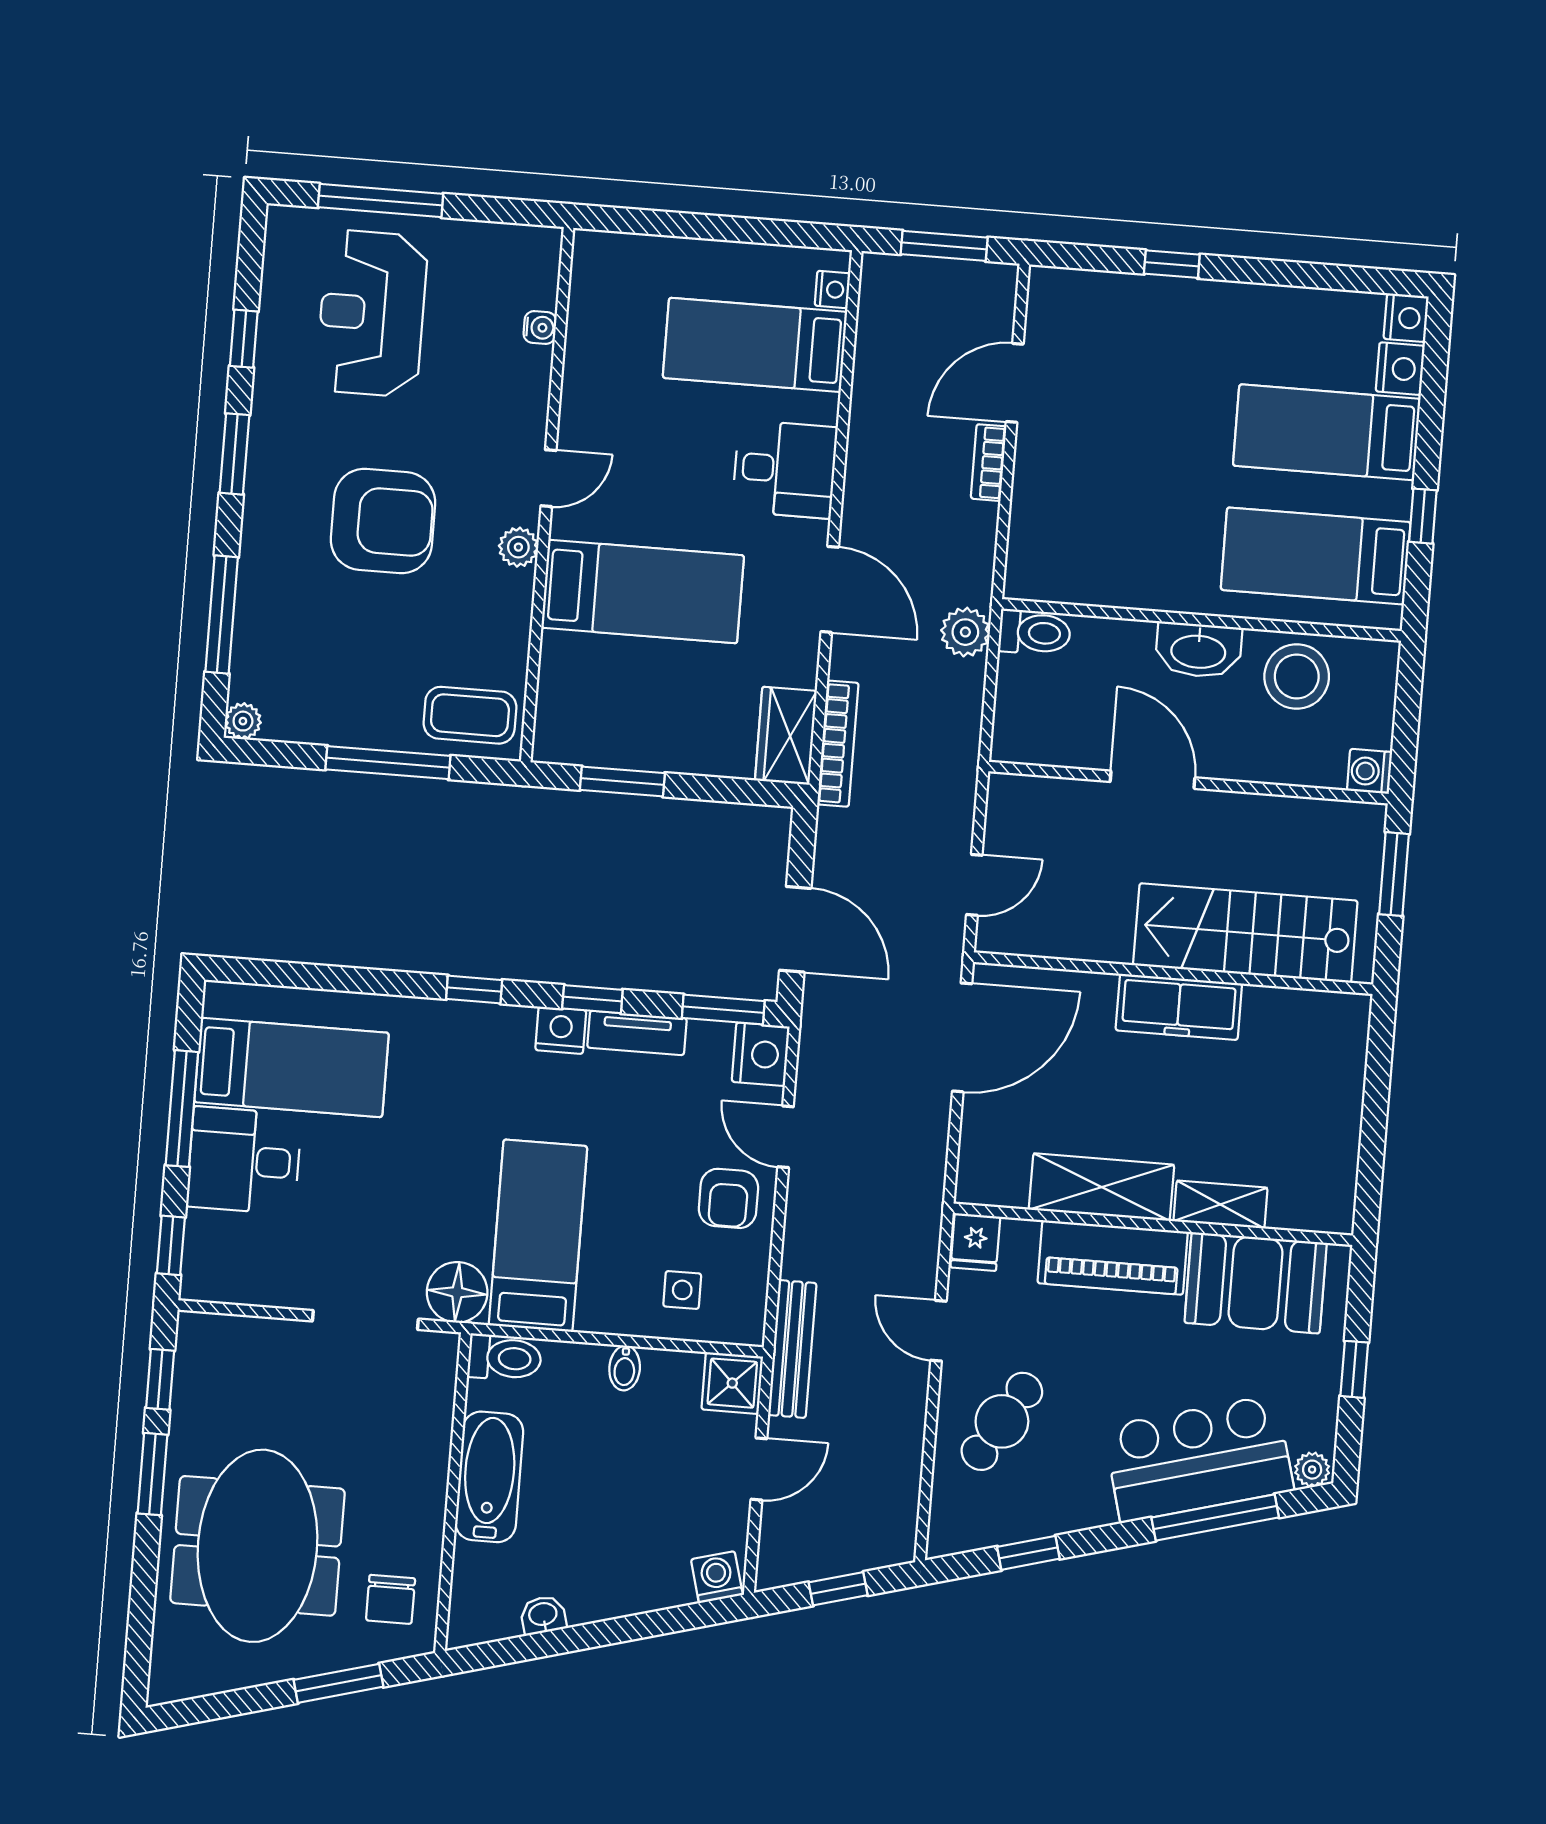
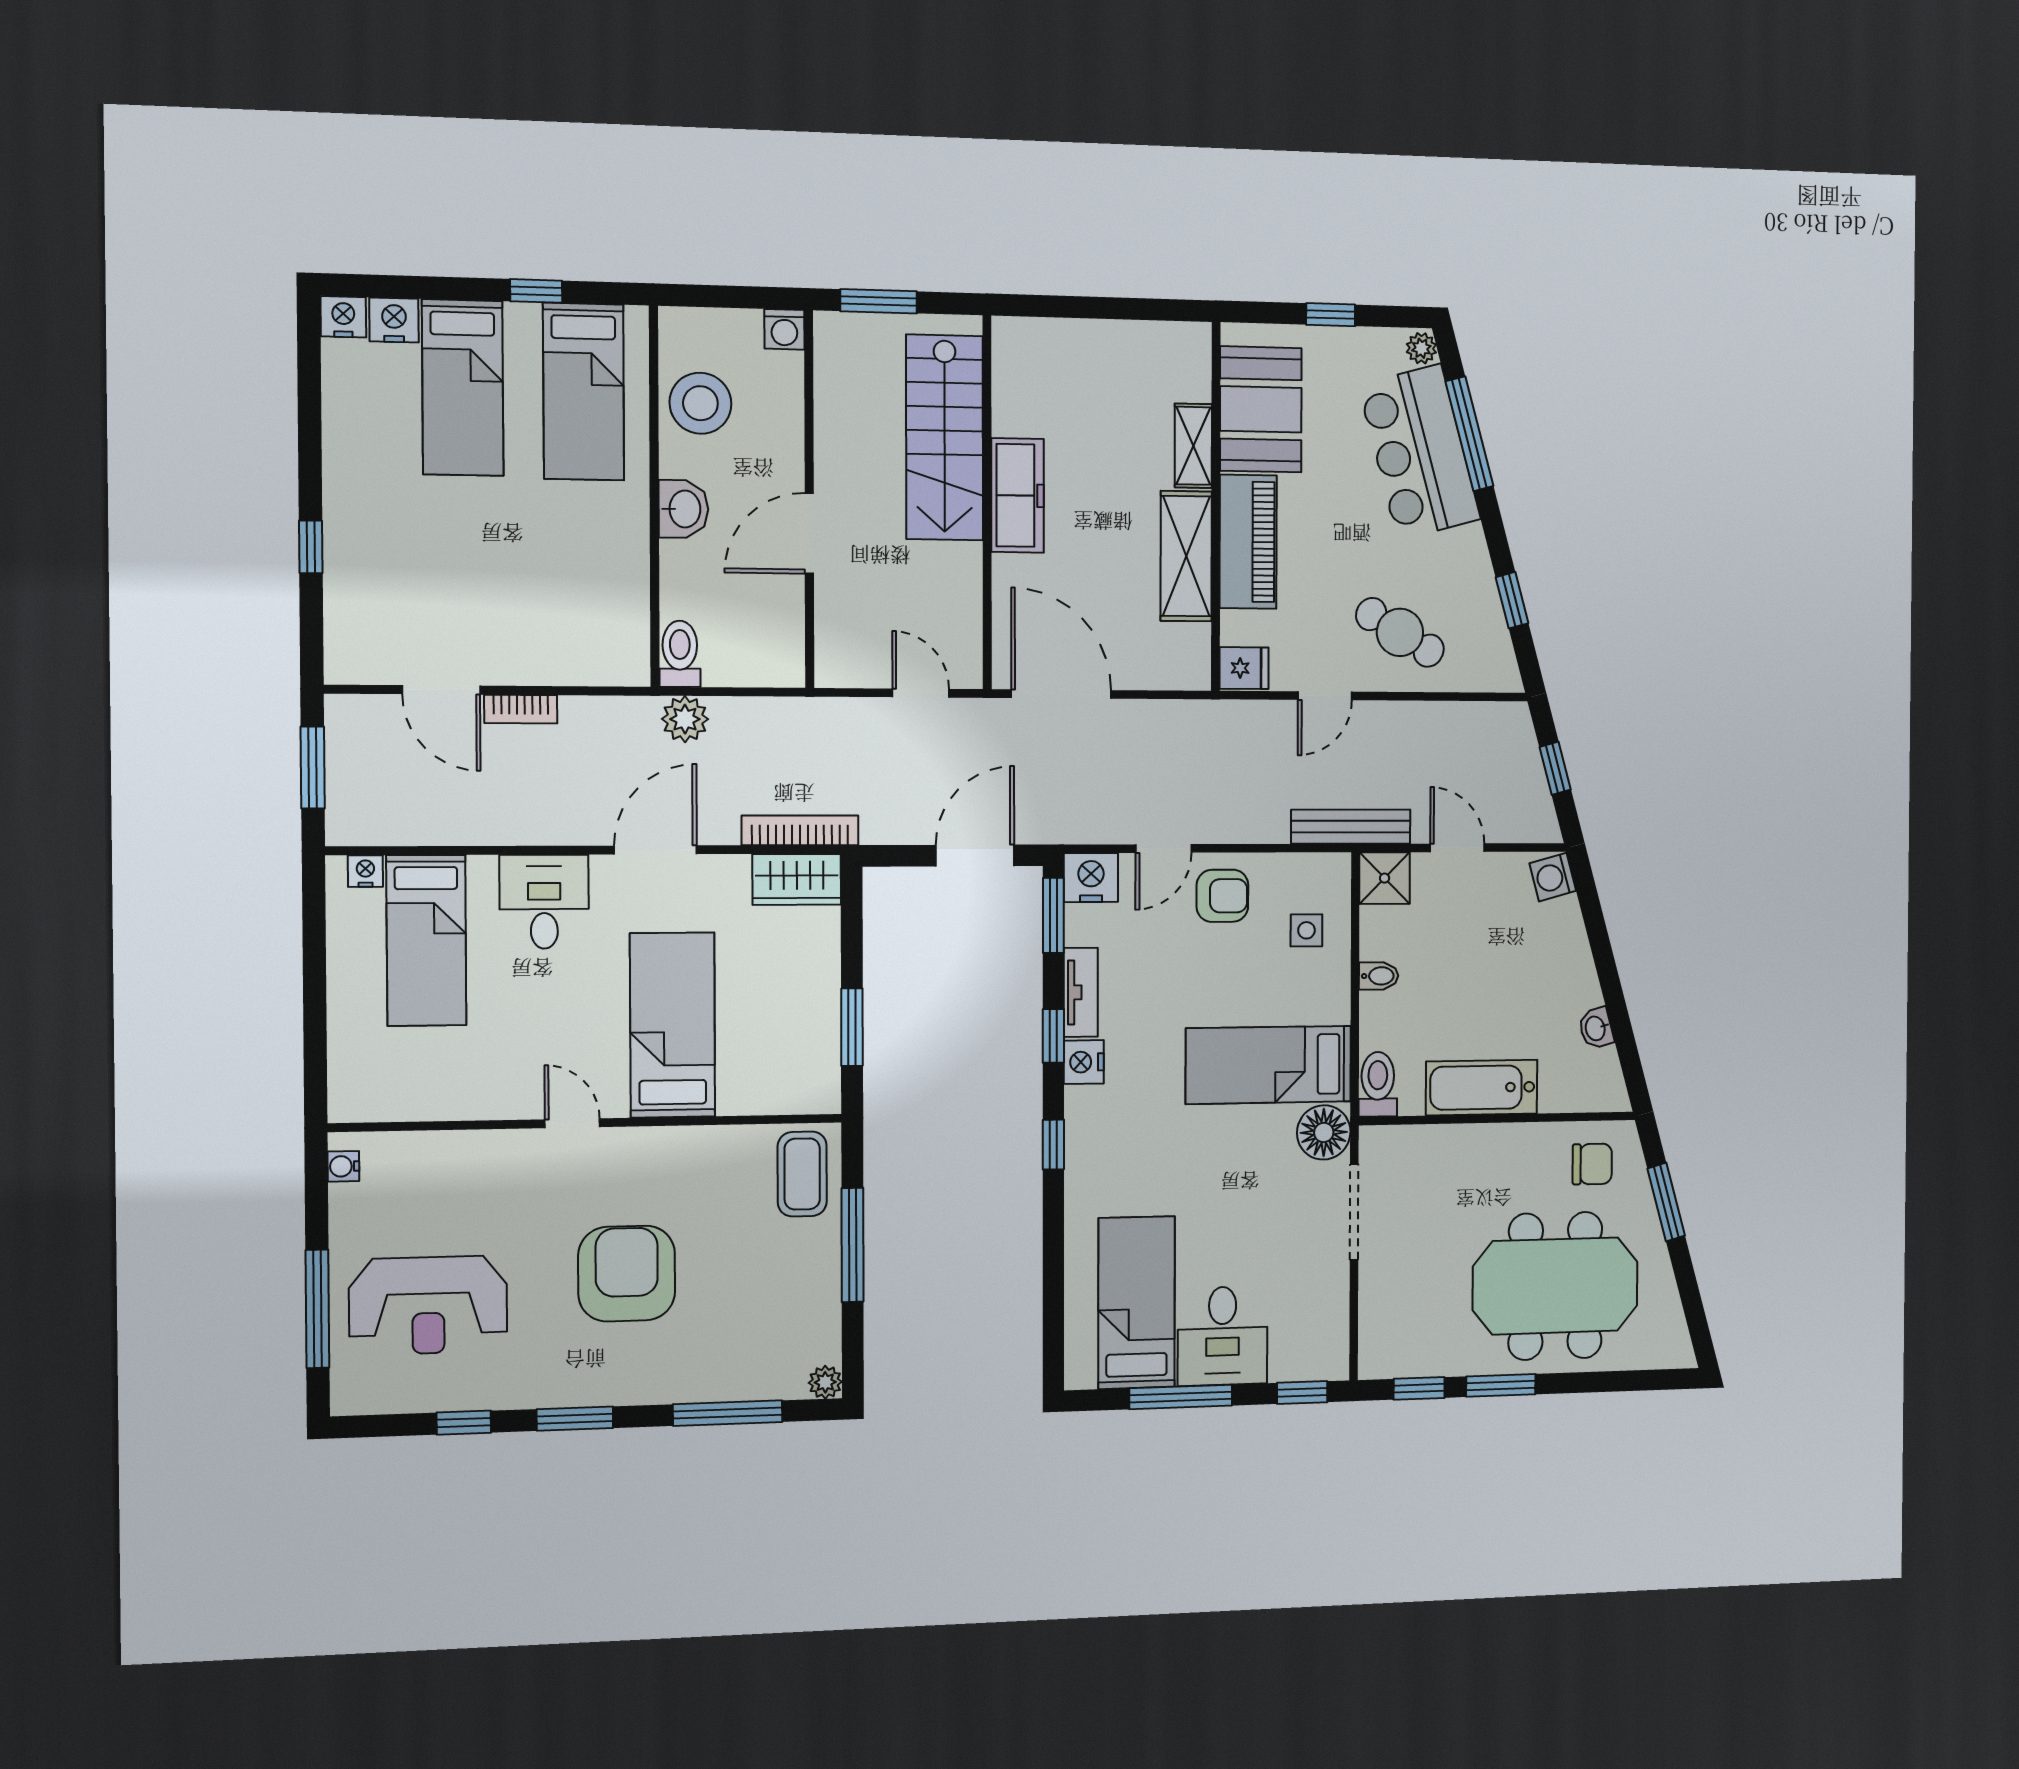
water cooler: (540, 328) -> (343, 1166), moved, turned -90
plant: (518, 547) -> (640, 1145), removed
washbasin: (1198, 650) -> (683, 509), width x0.72

